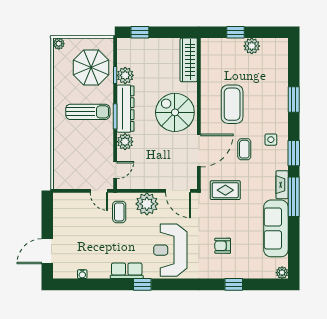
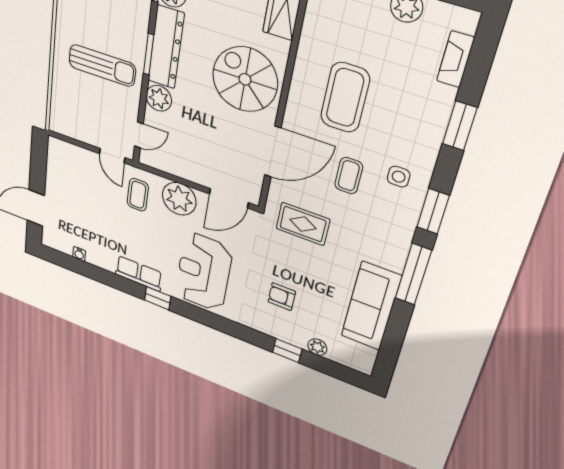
sun lounger: (88, 112) -> (102, 65), moved
fireplace: (282, 185) -> (455, 59), moved
door: (178, 191) -> (229, 198), hinge flipped
plant: (282, 273) -> (317, 347), moved

